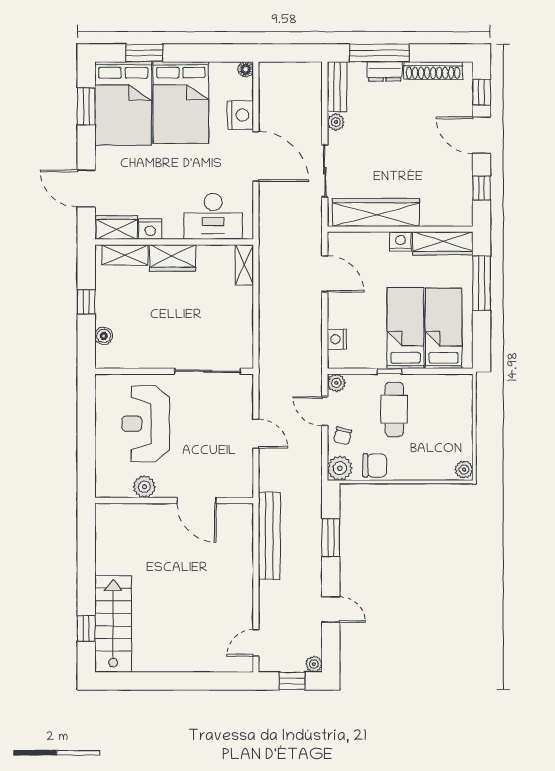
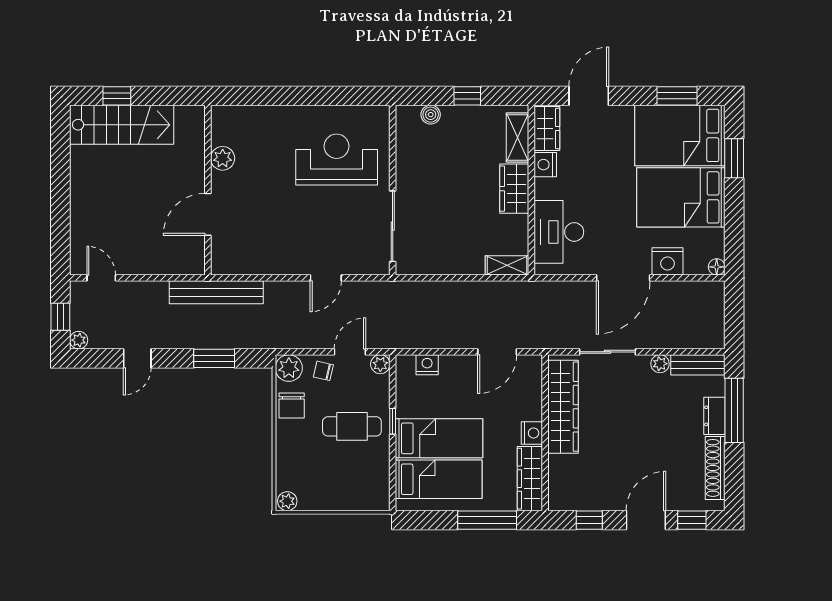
plant: (144, 487) -> (223, 158), moved
wall: (174, 500) -> (208, 190), moved
door: (197, 500) -> (208, 214), moved

